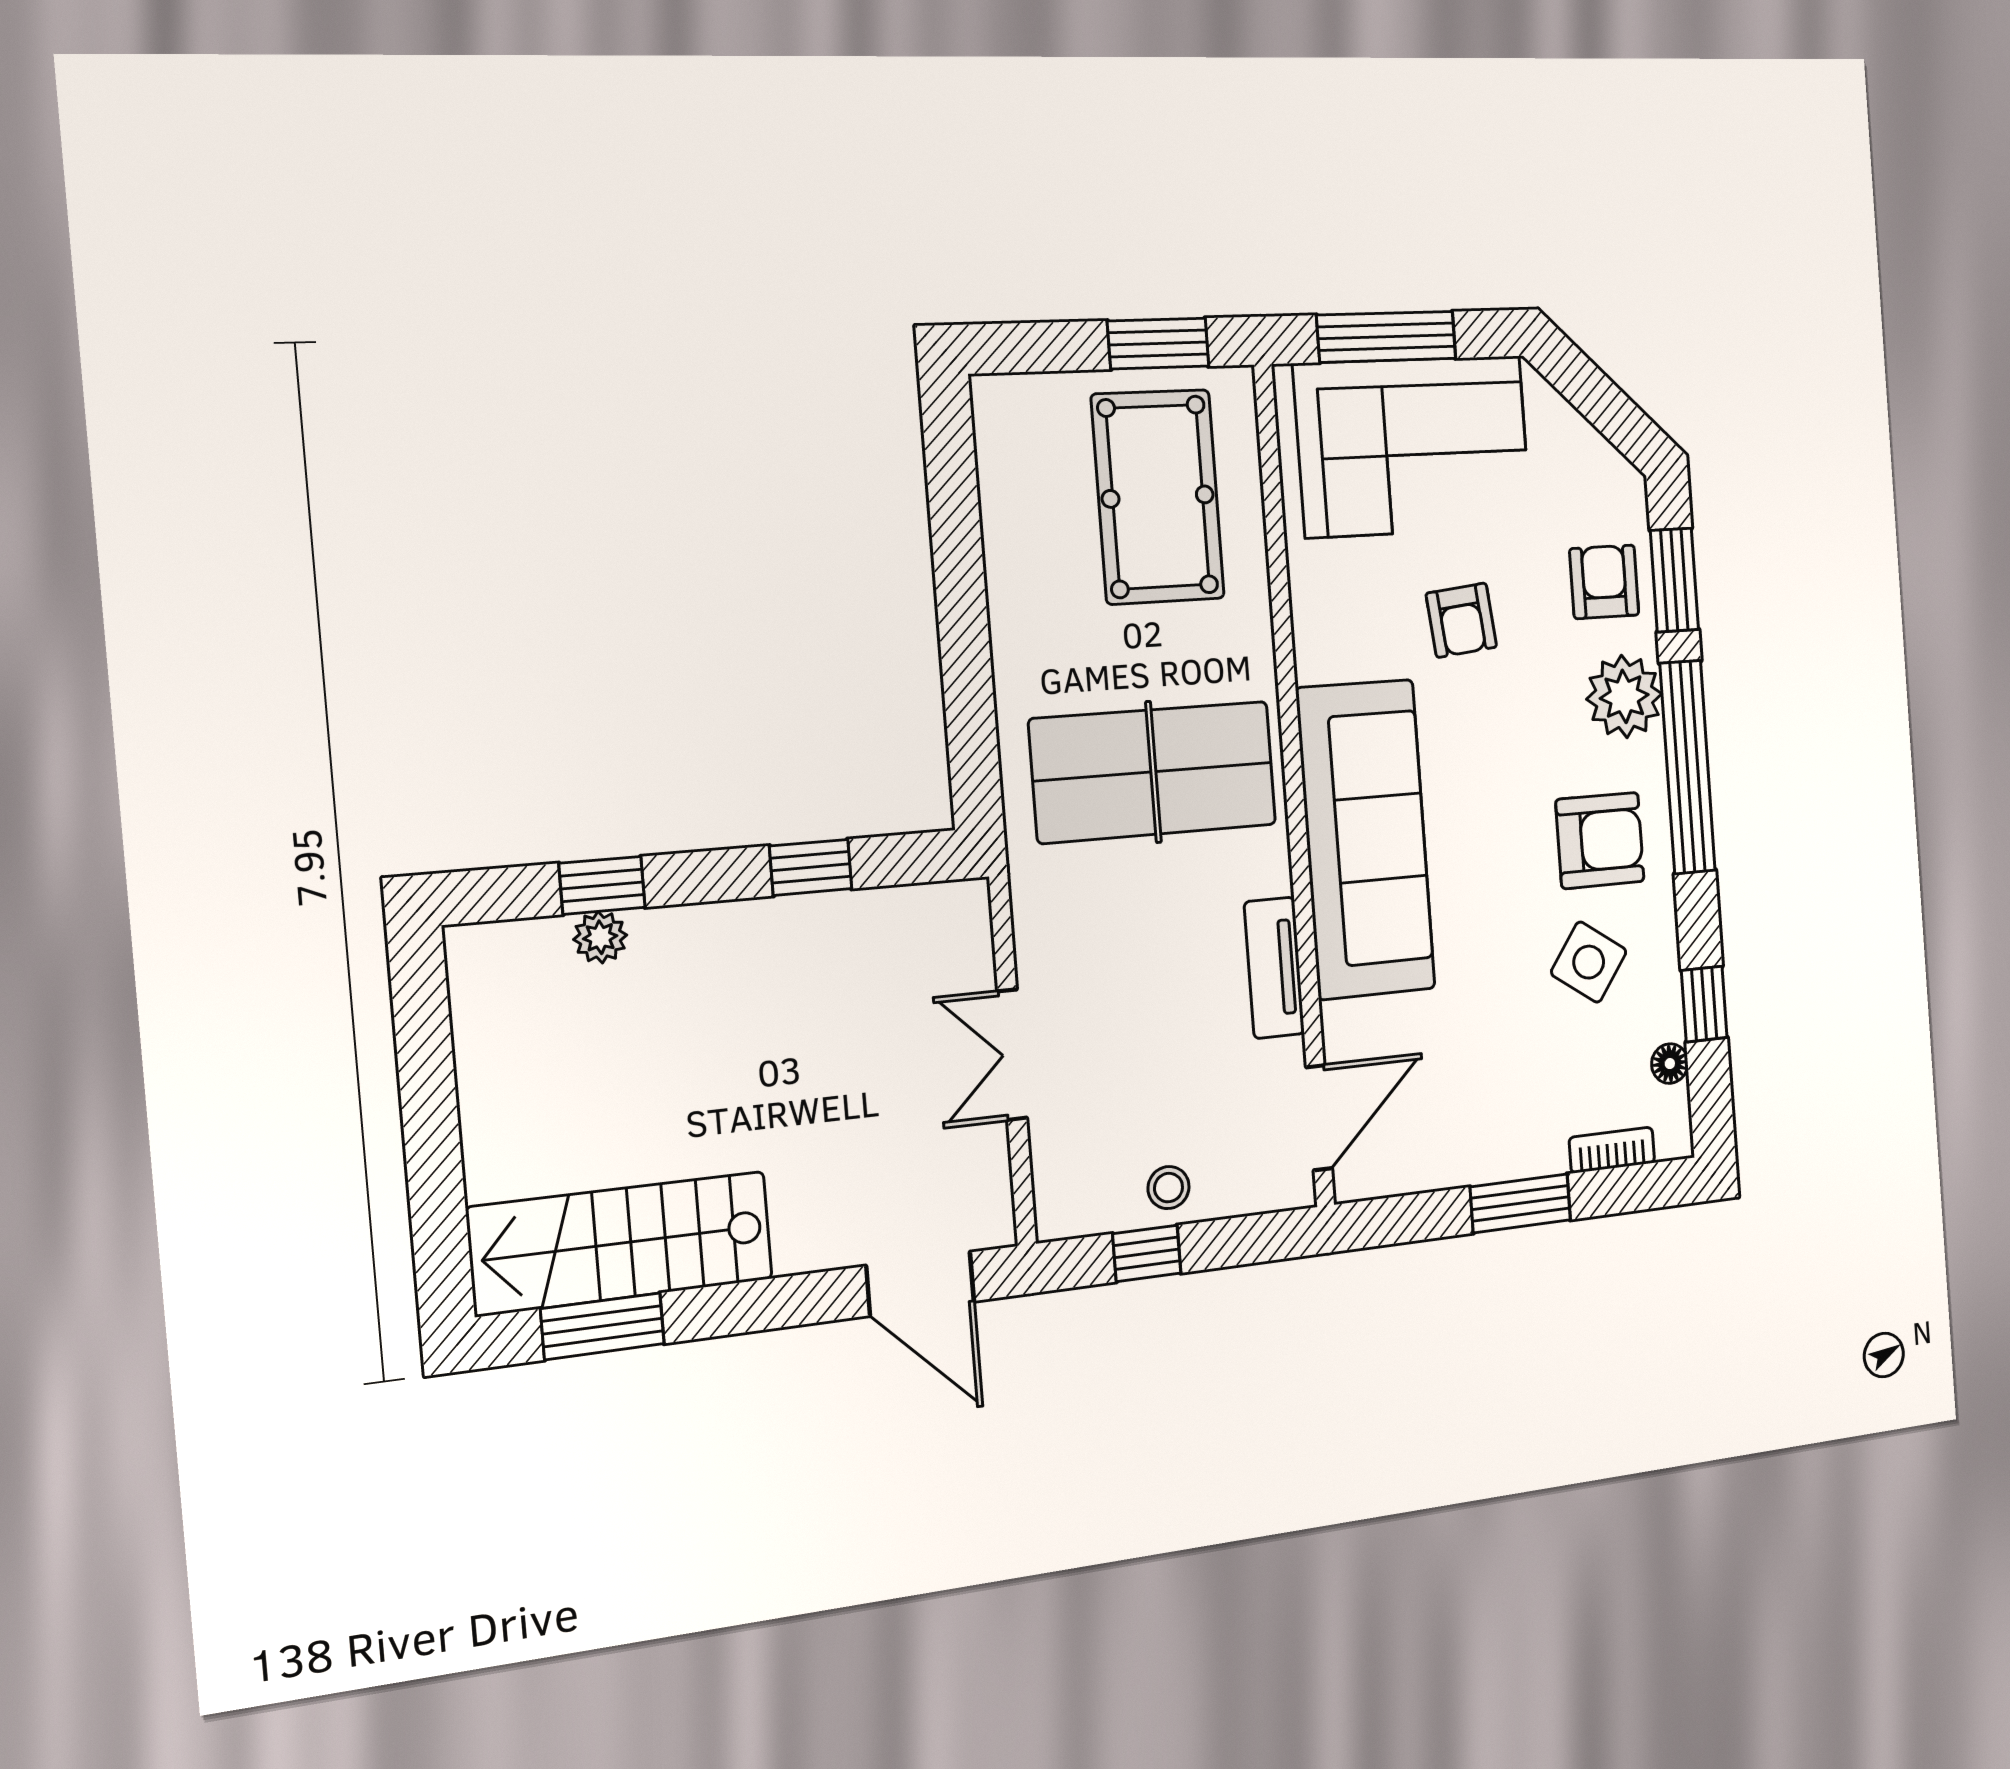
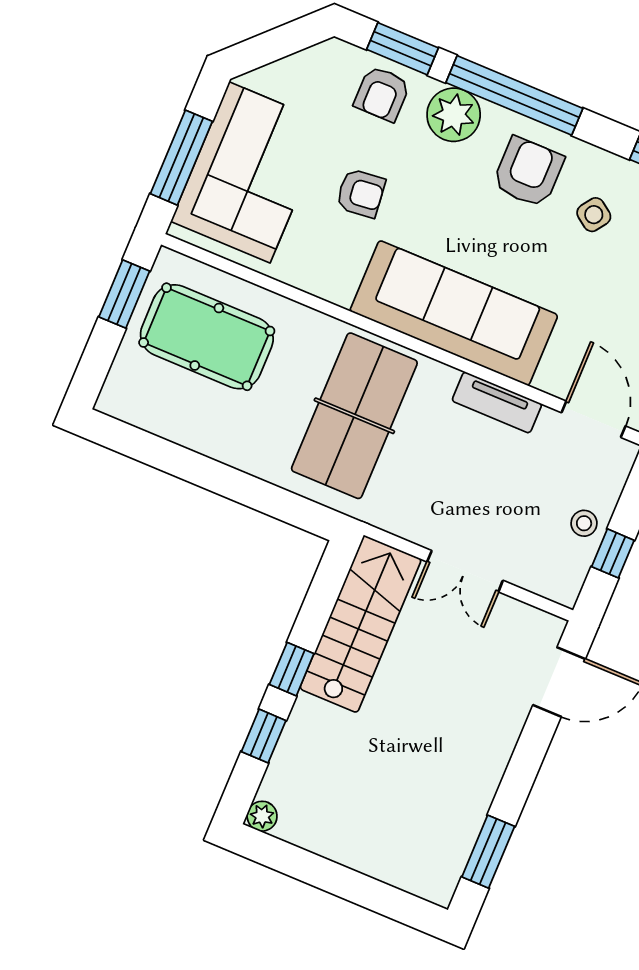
armchair: (1604, 582) -> (382, 94), turned -90
window: (811, 867) -> (292, 669), moved
plant: (600, 937) -> (262, 816), moved
side table: (1589, 962) -> (594, 215), width x0.73, depth x0.73
stairs: (621, 1243) -> (361, 624), moved, turned 180

